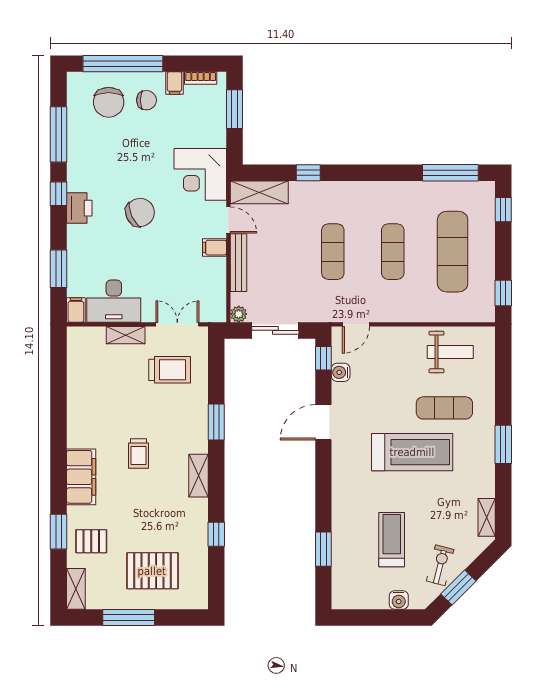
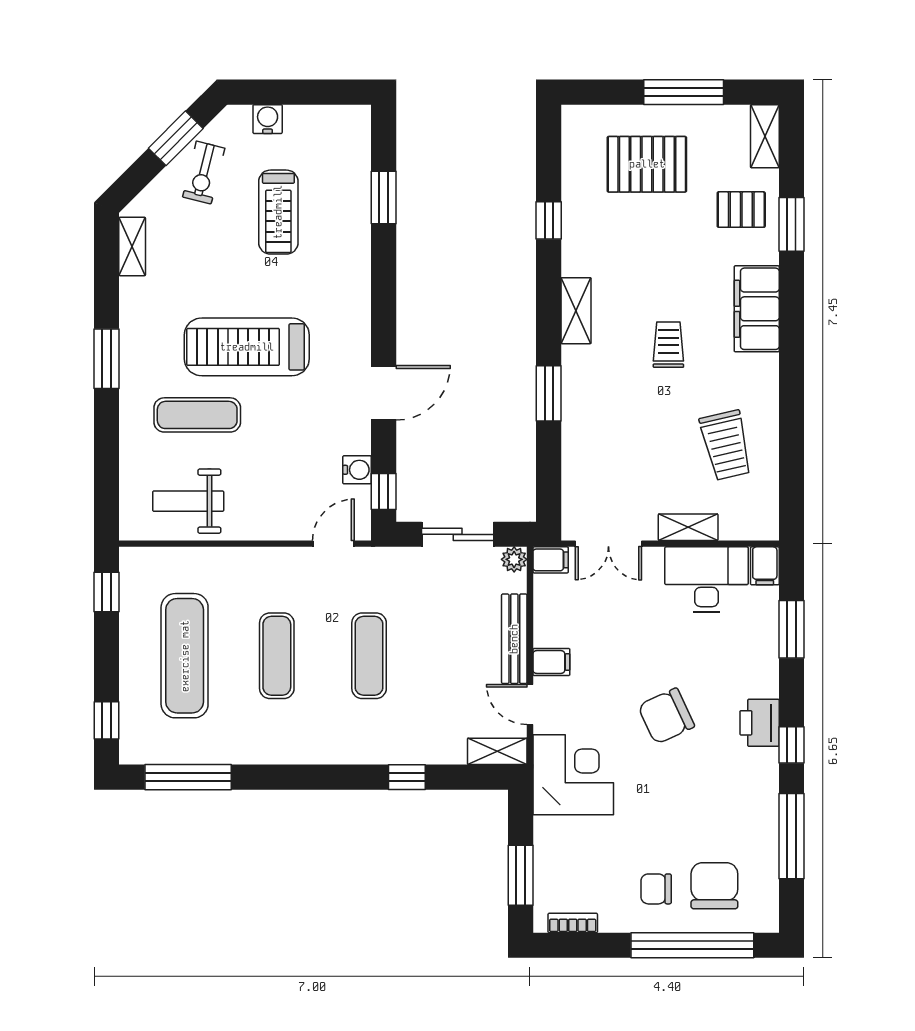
filing cabinet: (175, 83) -> (551, 560), moved, turned 90
shelving: (259, 192) -> (497, 751), width x0.67, depth x0.75
trolley: (170, 370) -> (726, 445), moved, turned -103

